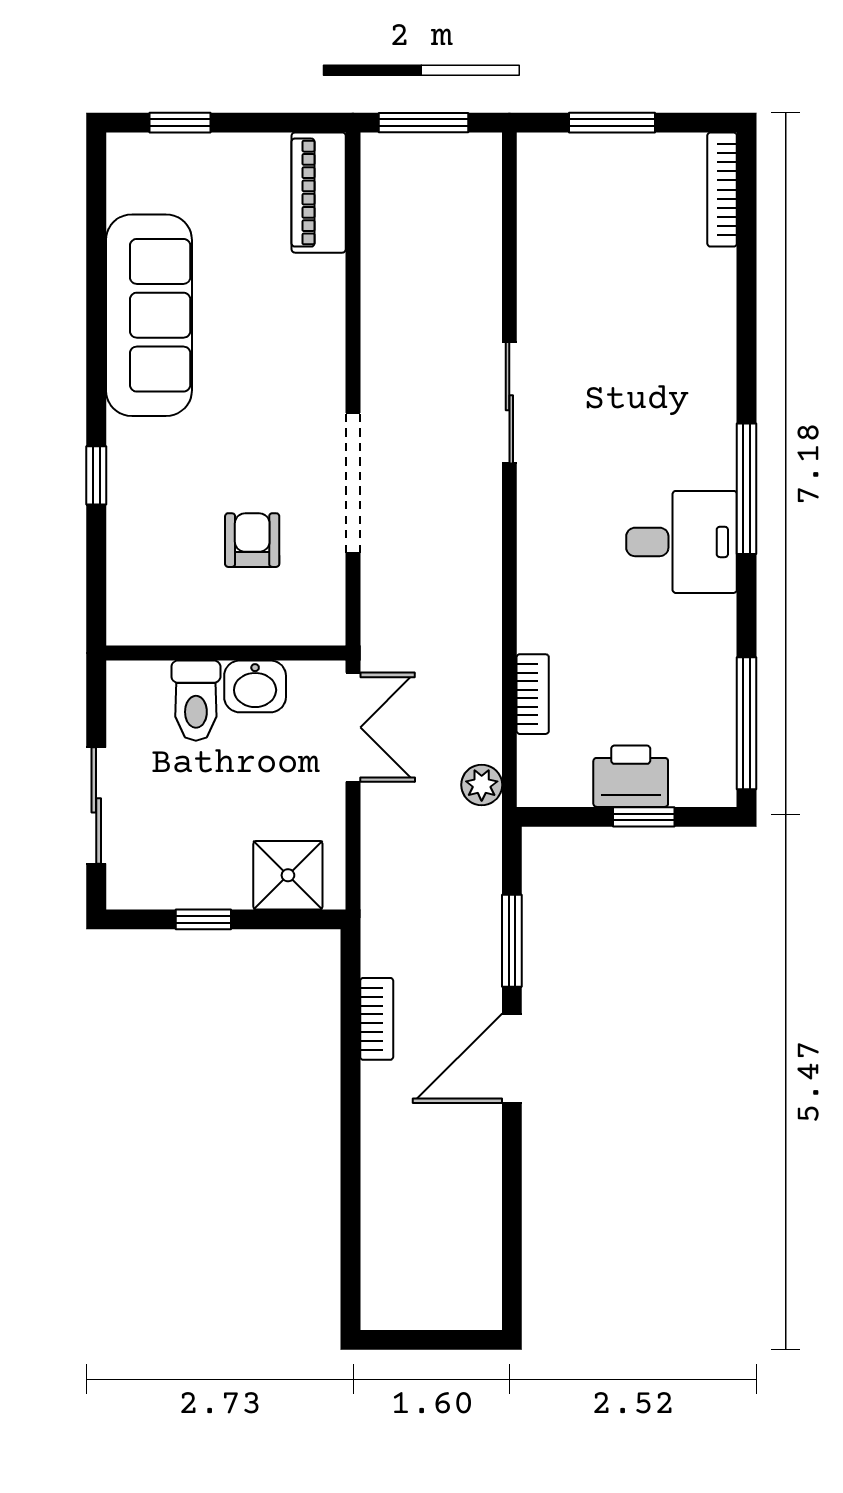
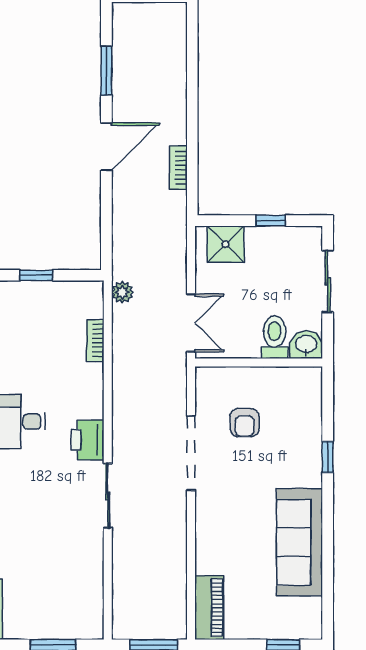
washbasin: (255, 686) -> (306, 345), moved
double door: (353, 727) -> (191, 323), swing flipped
printer: (631, 776) -> (87, 440), moved, turned 90
window: (512, 941) -> (106, 71), moved

